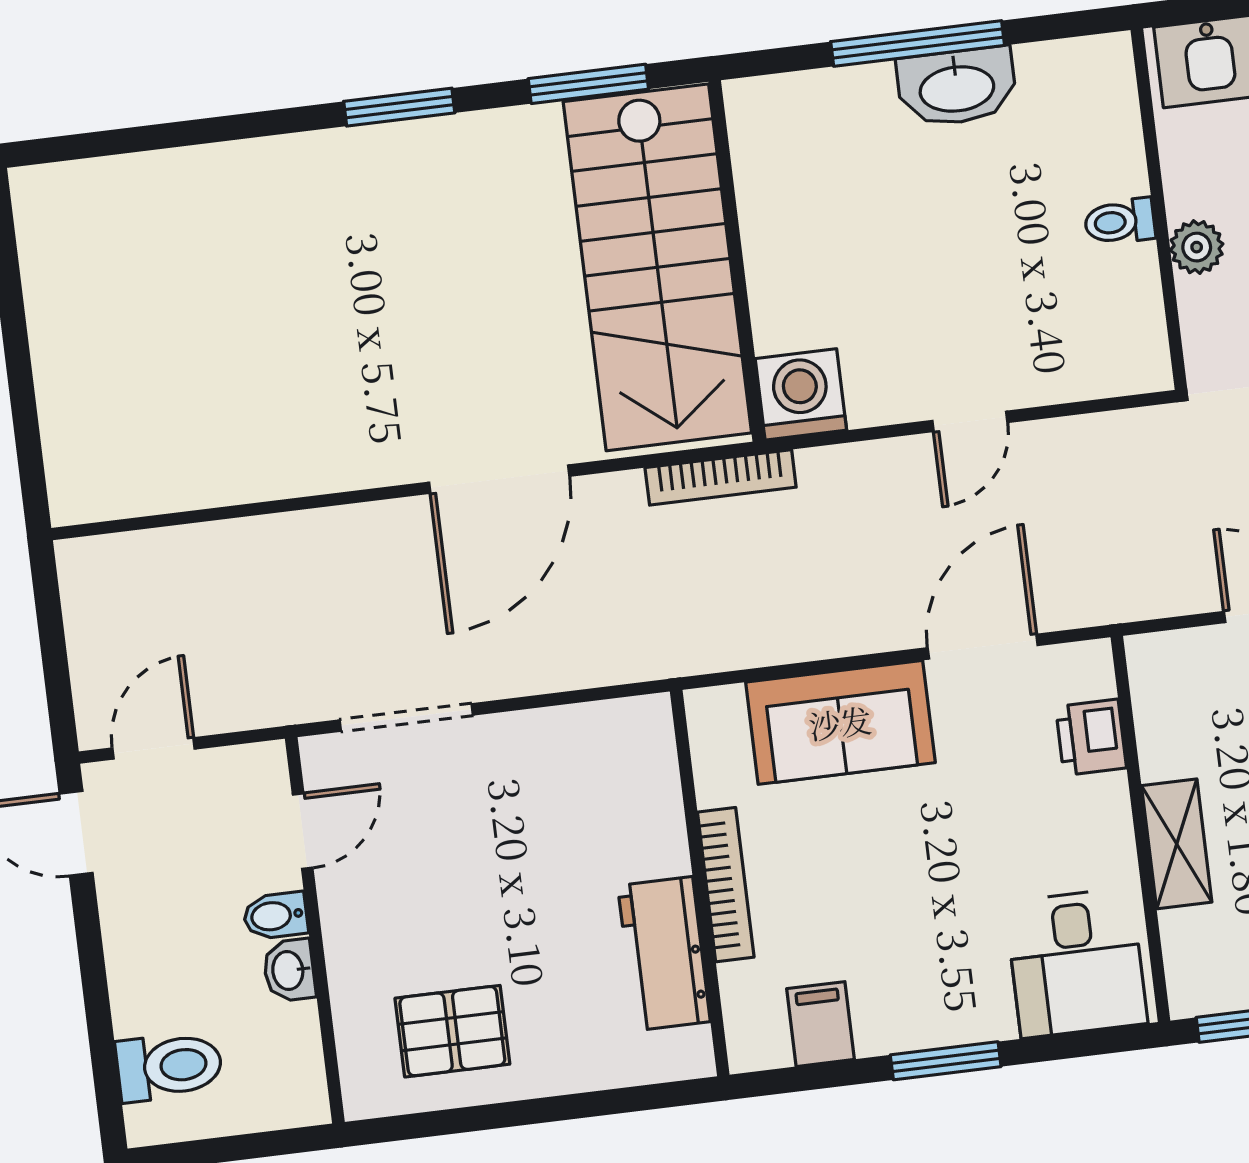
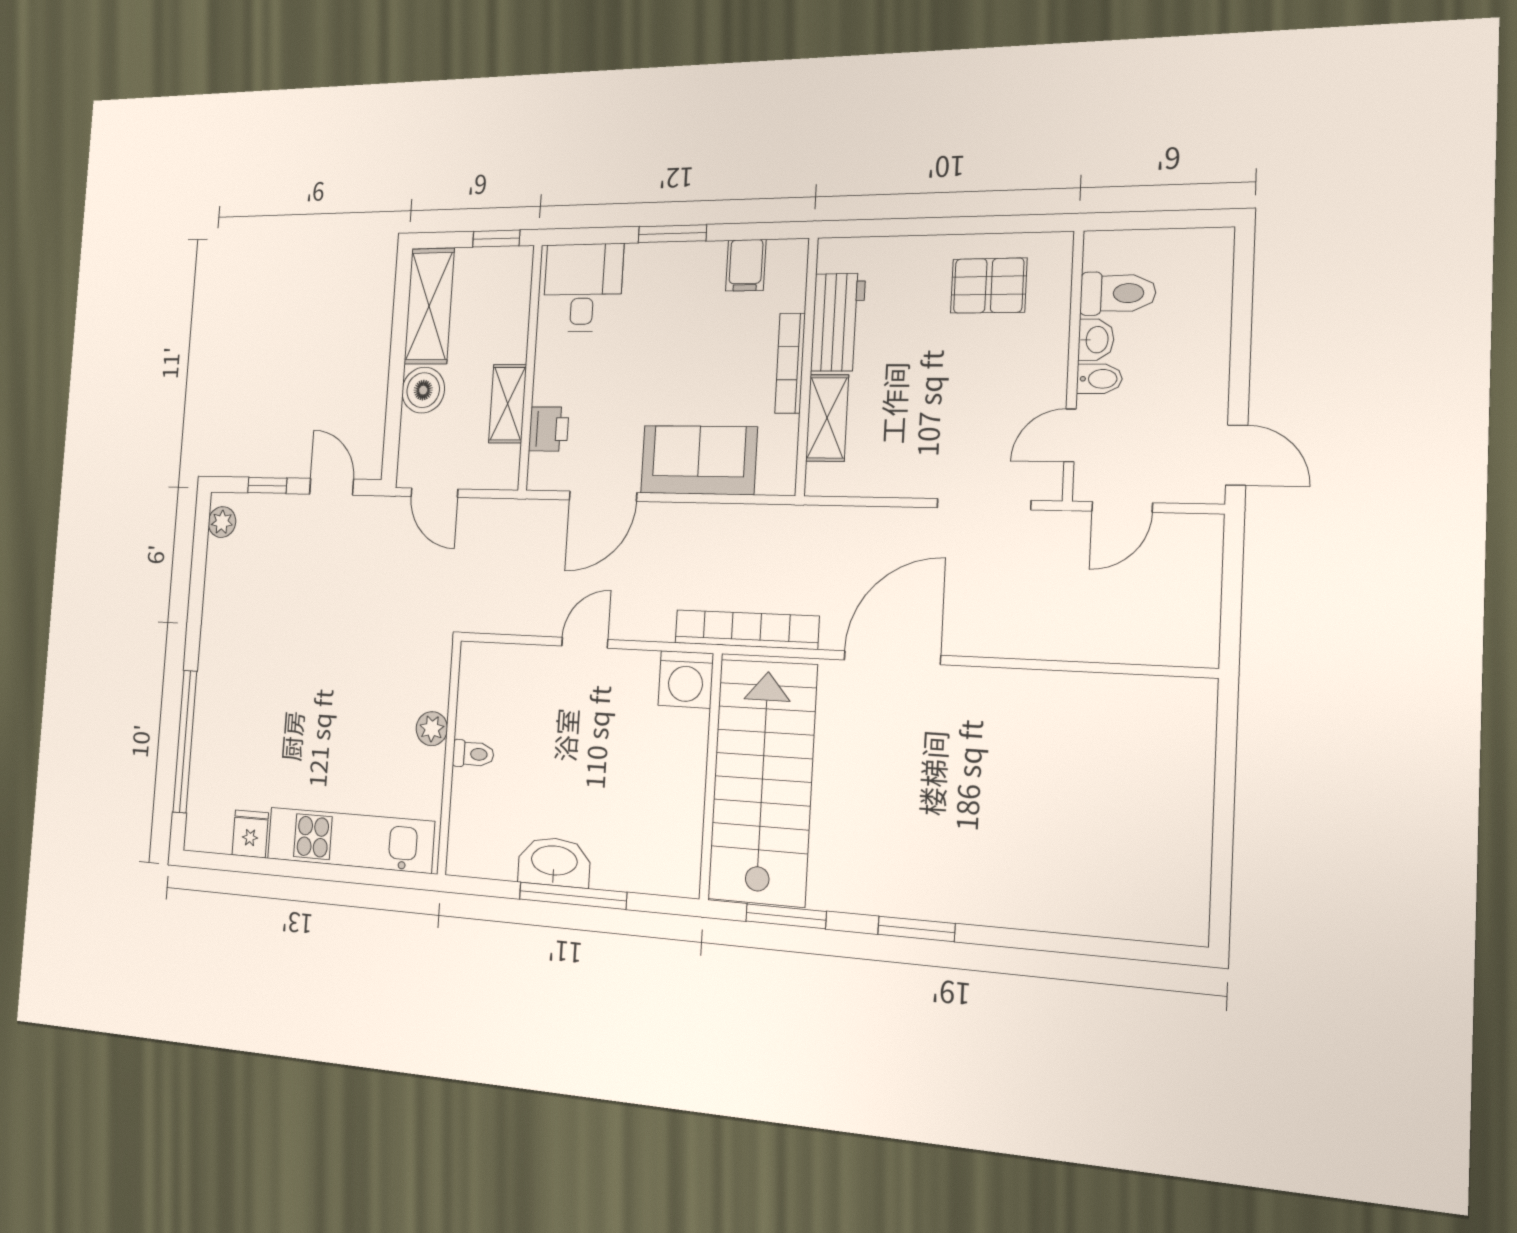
bookcase: (721, 477) -> (746, 630), width x1.48, depth x1.31
door: (154, 748) -> (1122, 507), moved
shelving: (655, 811) -> (827, 418), added
shelving: (1177, 844) -> (508, 404), moved
toilet: (169, 1066) -> (1118, 293), moved, turned 180

